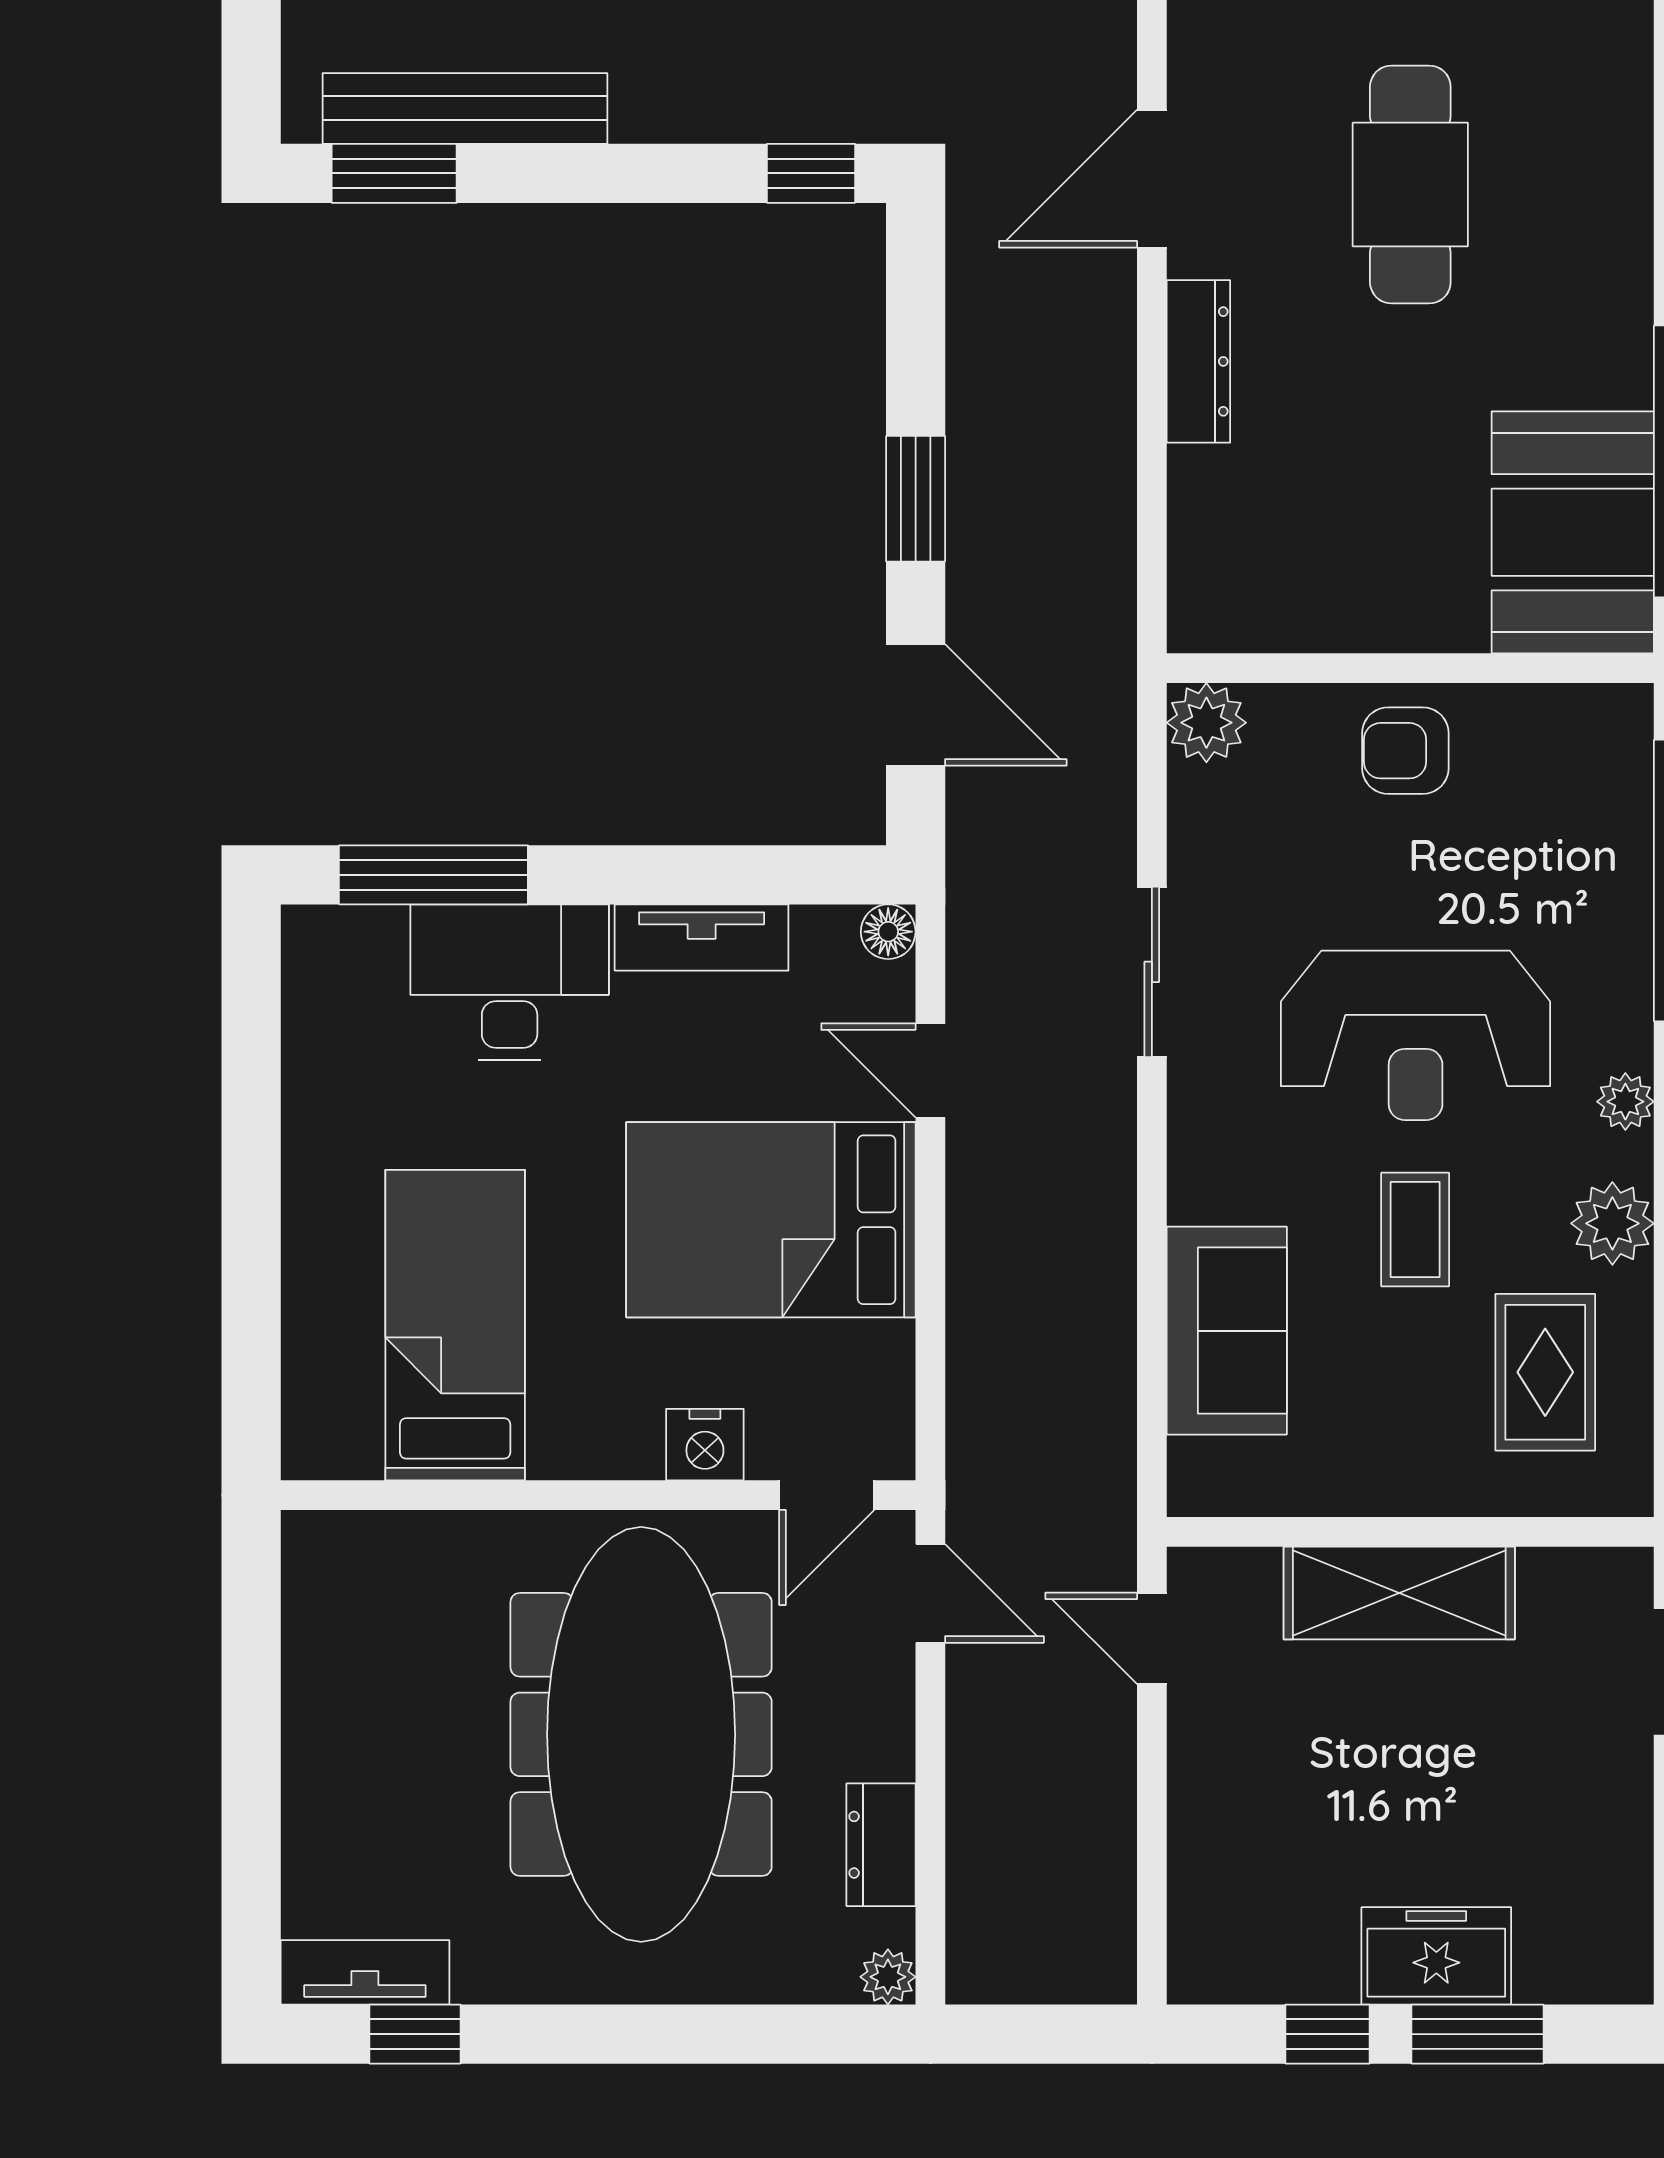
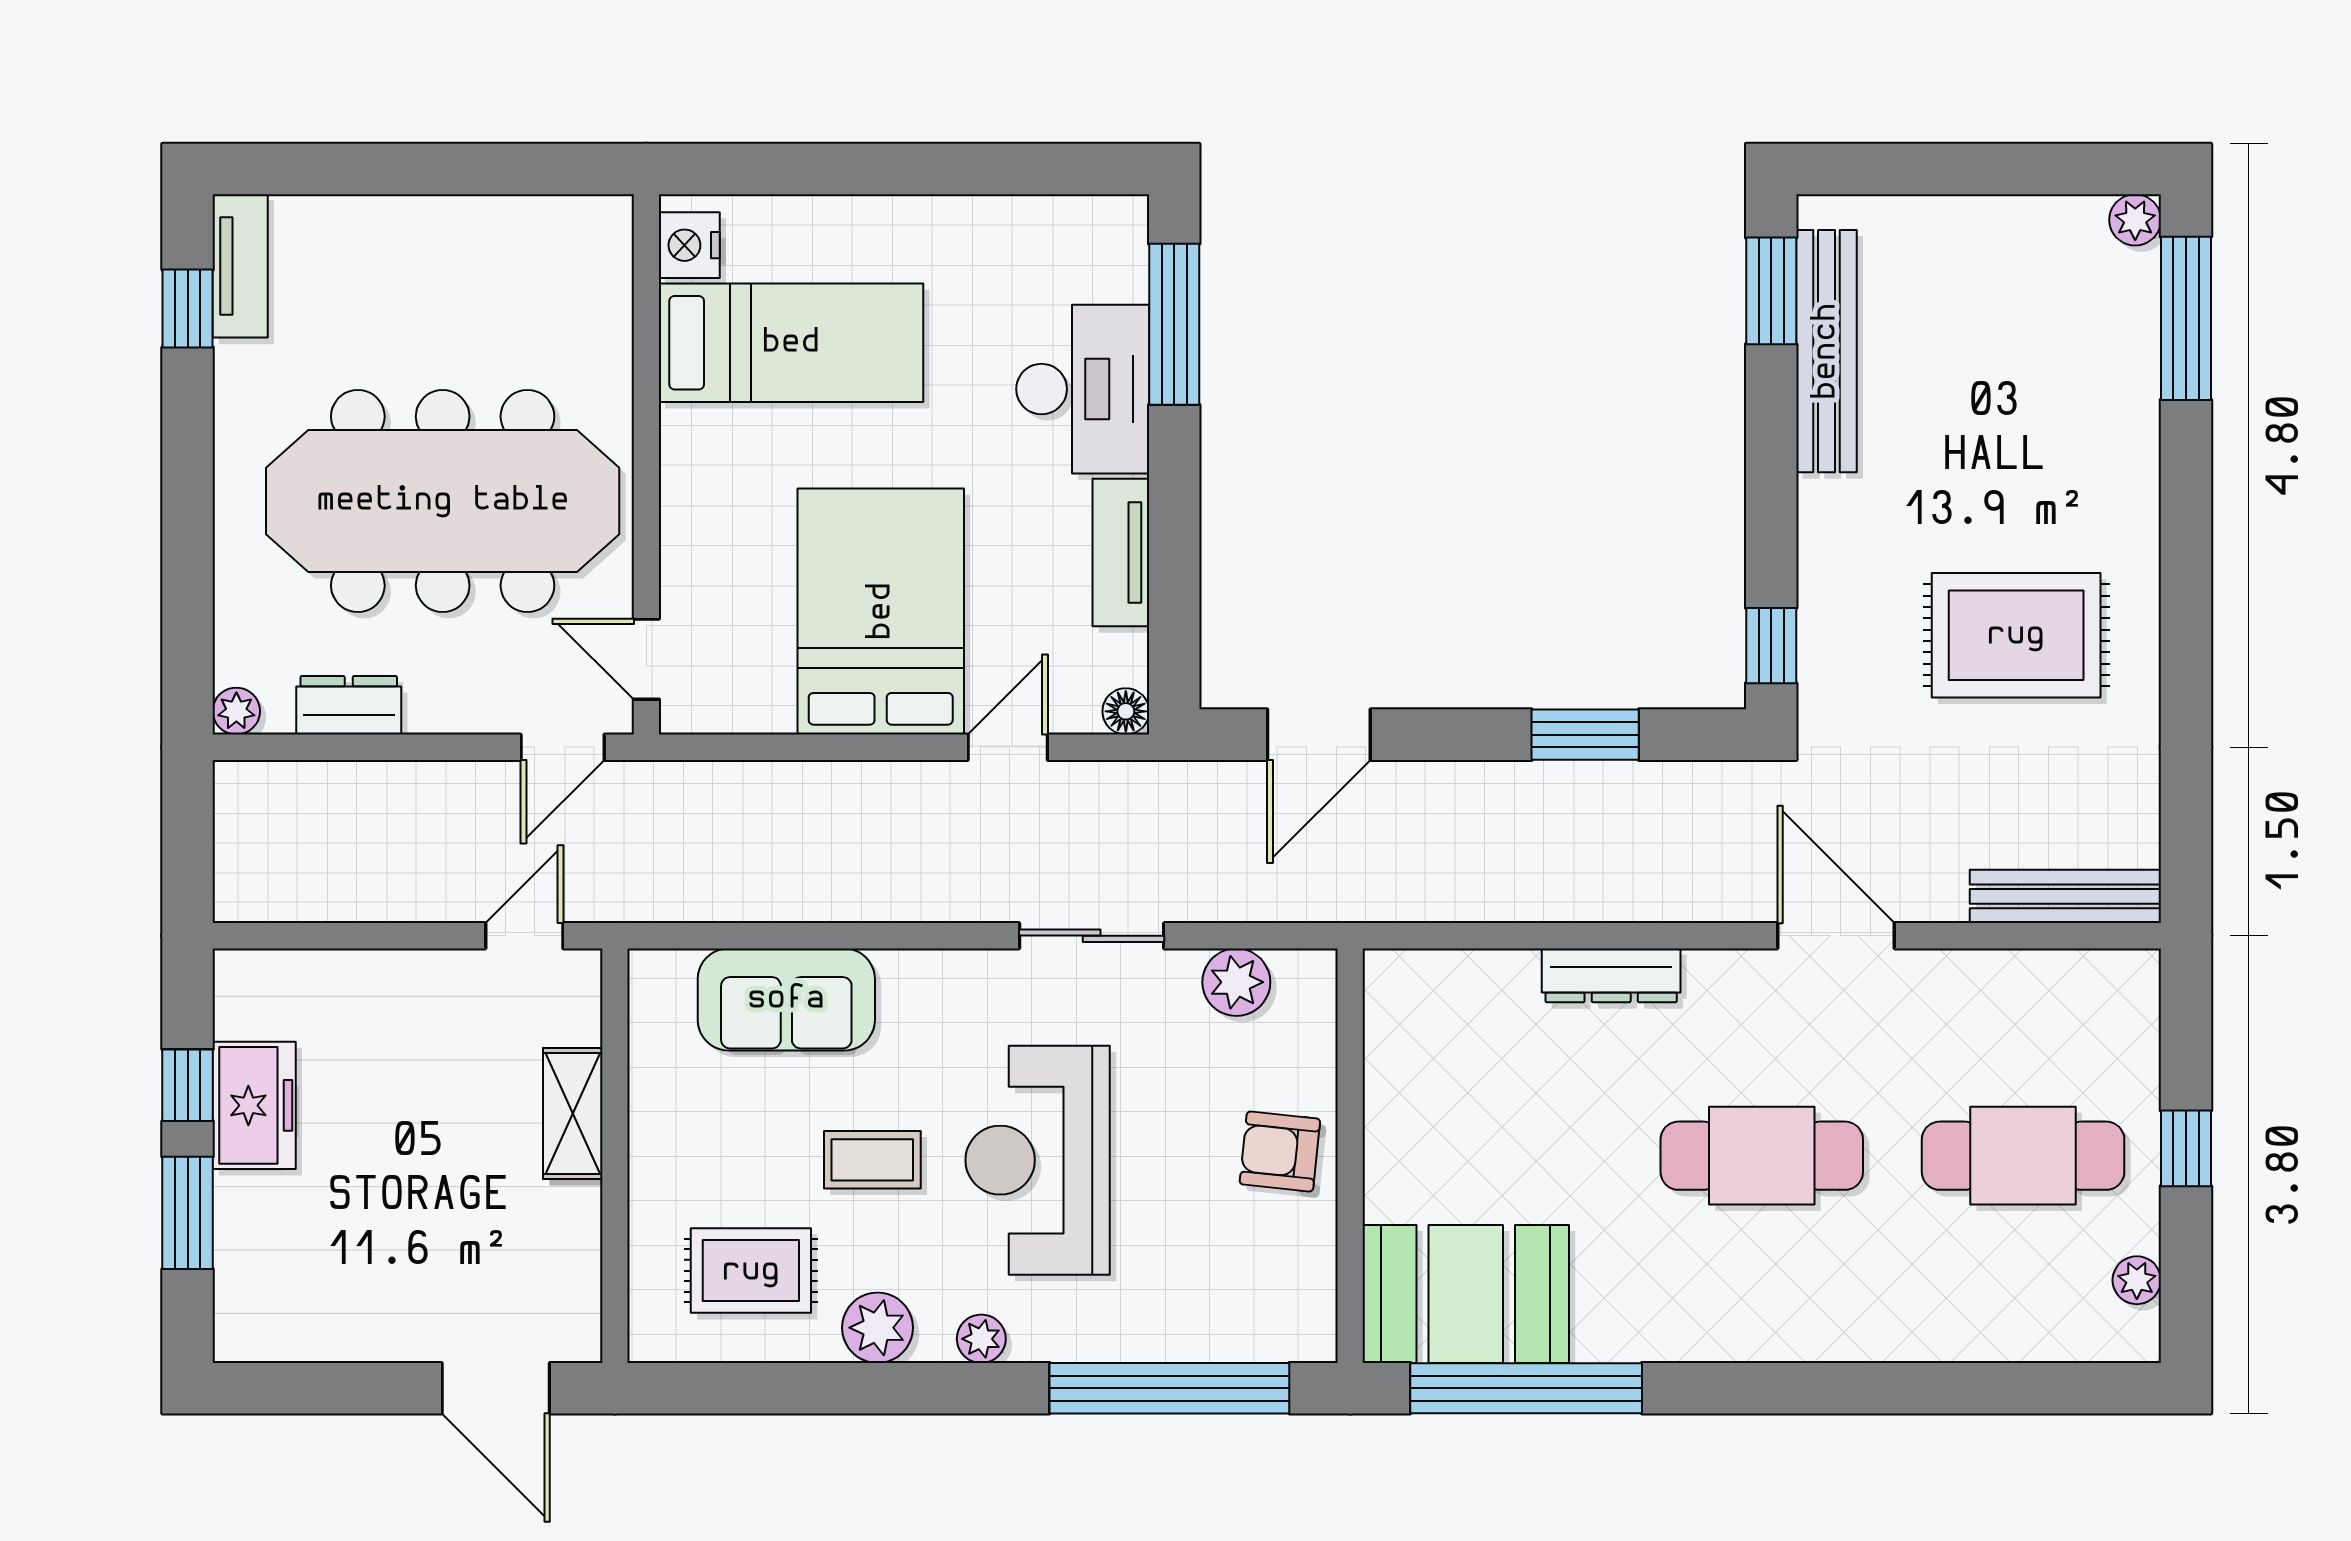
door: (1152, 179) -> (1836, 936), moved
window: (916, 499) -> (1585, 735), moved
plant: (1206, 723) -> (1236, 982), moved
armchair: (1405, 751) -> (1280, 1152), turned -84
nightstand: (705, 1445) -> (689, 245), moved
shelving: (1399, 1593) -> (573, 1113), width x0.67, depth x0.75
freezer: (1436, 1956) -> (254, 1105), moved

